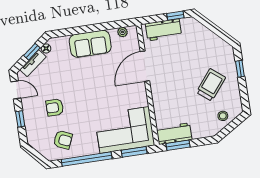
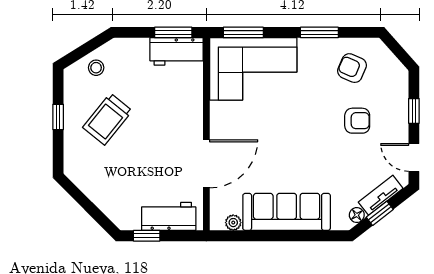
sofa: (90, 44) -> (287, 212), width x1.36
window: (240, 69) -> (58, 117), moved
window: (87, 159) -> (319, 32), width x0.47

